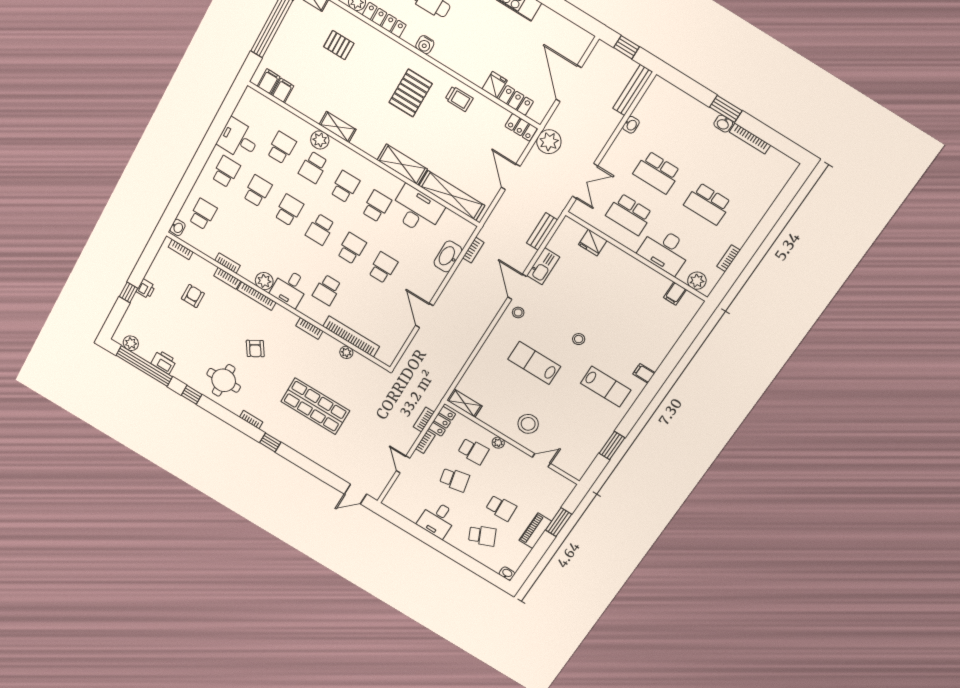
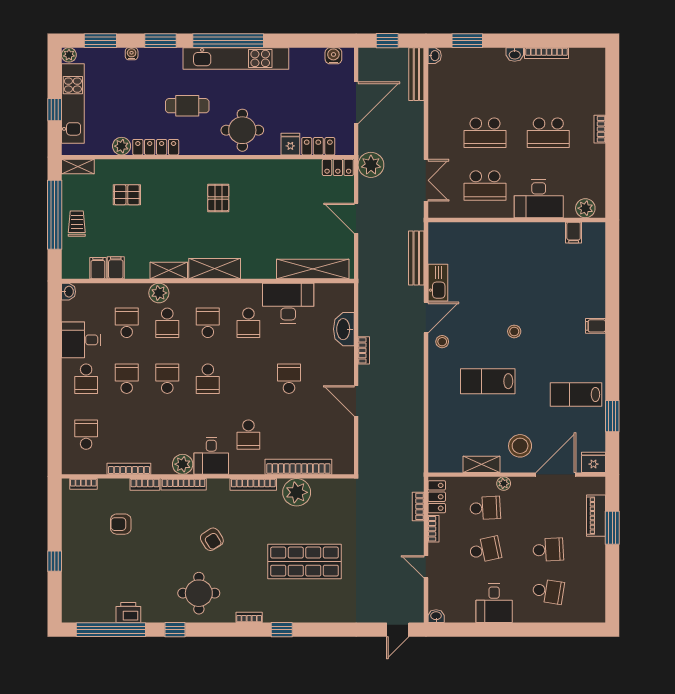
water cooler: (425, 45) -> (333, 56), moved, turned 180
round table: (463, 49) -> (242, 130), added
filing cabinet: (269, 81) -> (116, 268), moved
door: (569, 84) -> (356, 103), swing flipped
pallet: (411, 93) -> (218, 198), width x0.67, depth x0.71
trolley: (459, 99) -> (77, 224), moved, turned -90
window: (726, 109) -> (467, 41), moved
washbasin: (631, 125) -> (435, 56), moved
shelving: (402, 165) -> (215, 269), moved
school desk: (226, 172) -> (86, 379), turned 180
school desk: (377, 206) -> (248, 323), turned 180
washbasin: (178, 227) -> (69, 292), moved
bench: (542, 231) -> (416, 258), width x1.36
fridge: (593, 243) -> (593, 462), moved, turned 180
school desk: (352, 249) -> (248, 379), removed
bookcase: (473, 250) -> (364, 350), moved
bookcase: (729, 258) -> (600, 129), moved
bookcase: (227, 263) -> (129, 469), width x1.56
door: (517, 287) -> (426, 318), swing flipped
printer: (146, 289) -> (70, 546), removed
armchair: (193, 296) -> (121, 524), turned -90
bookcase: (309, 328) -> (253, 484), width x1.56
plant: (131, 343) -> (85, 614), removed
plant: (346, 352) -> (297, 492), width x1.87, depth x1.87
lab bench: (606, 387) -> (576, 394), moved, turned 180
shelving: (464, 403) -> (482, 464), moved
door: (541, 460) -> (556, 475), width x1.88
piano: (535, 531) -> (596, 516), moved
school desk: (482, 536) -> (548, 591), turned 33
washbasin: (507, 573) -> (436, 616), moved

